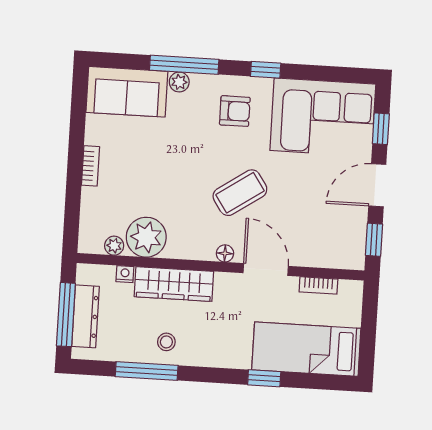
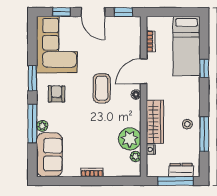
window: (266, 70) -> (32, 78), width x1.50
coffee table: (240, 193) -> (102, 88), turned 34
dresser: (85, 316) -> (181, 170), width x0.70

